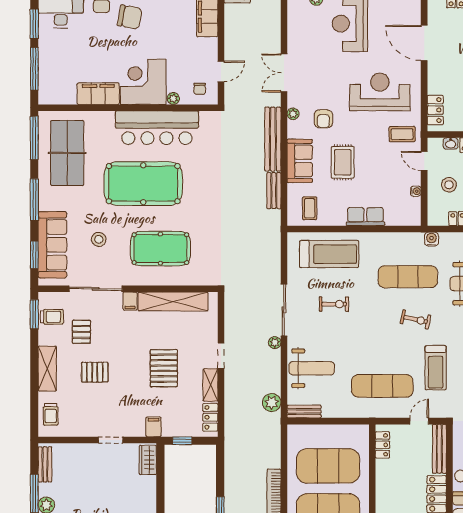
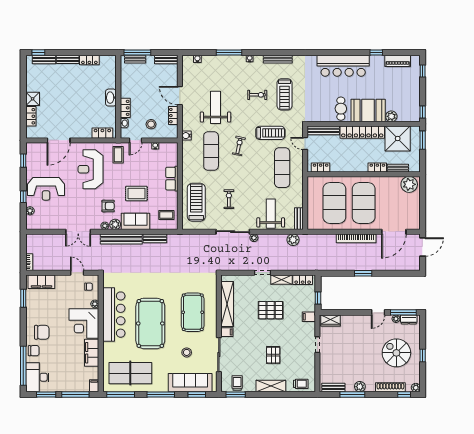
chair: (130, 17) -> (42, 332), turned 79
filing cabinet: (48, 97) -> (94, 386), added
plant: (295, 130) -> (115, 224), added
pallet: (81, 332) -> (247, 364), removed

